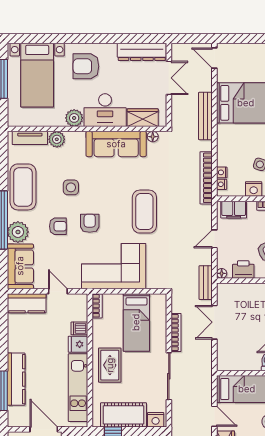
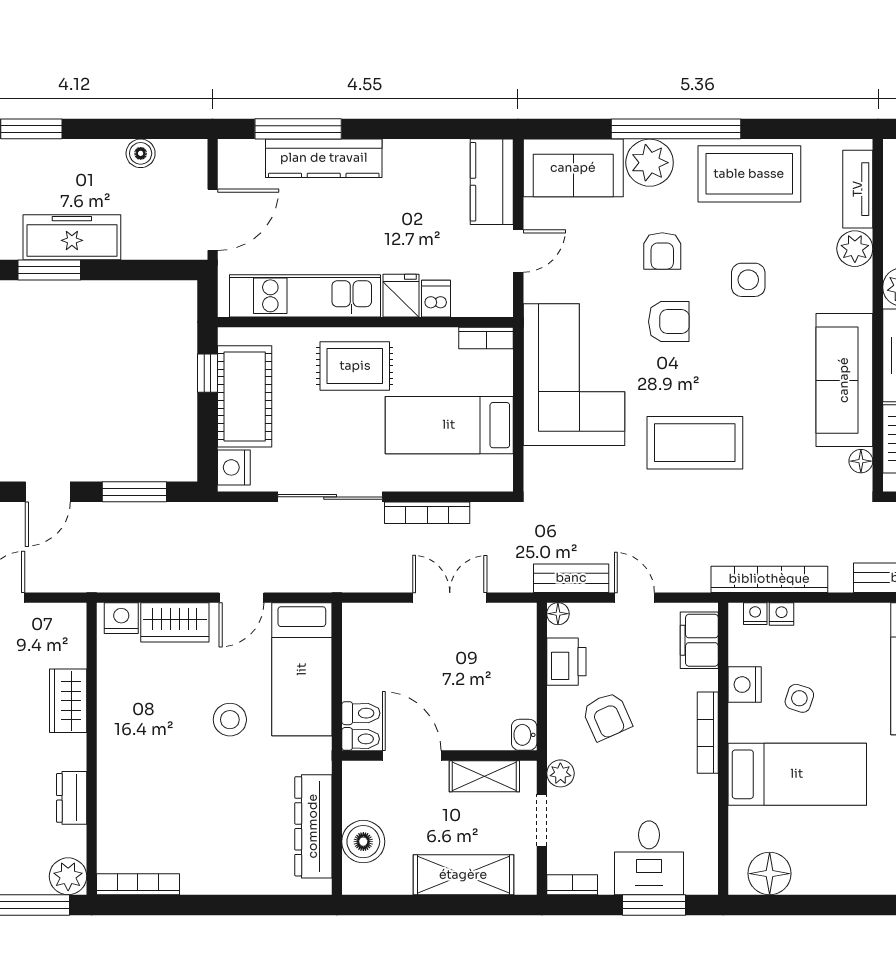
bench: (206, 283) -> (571, 578), moved

